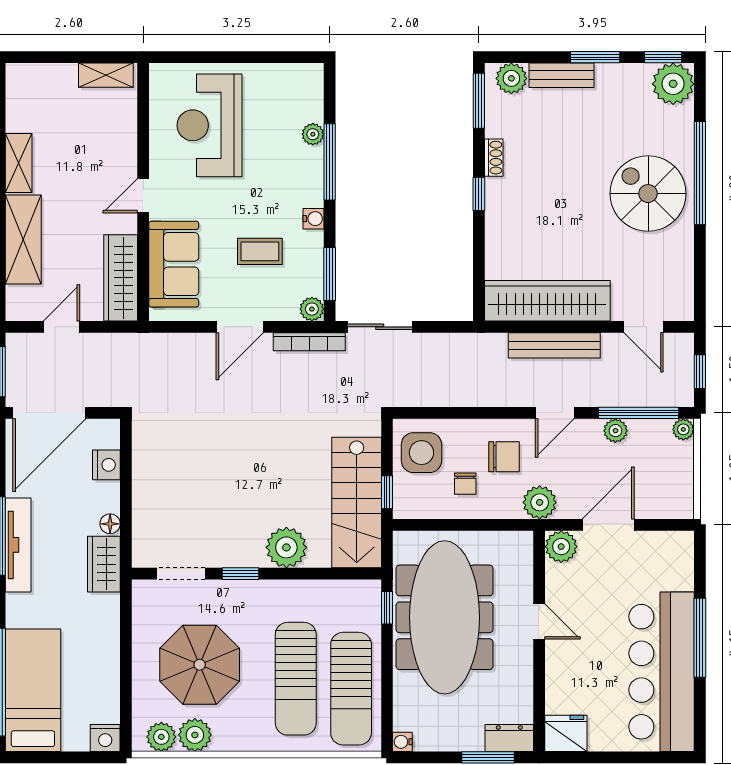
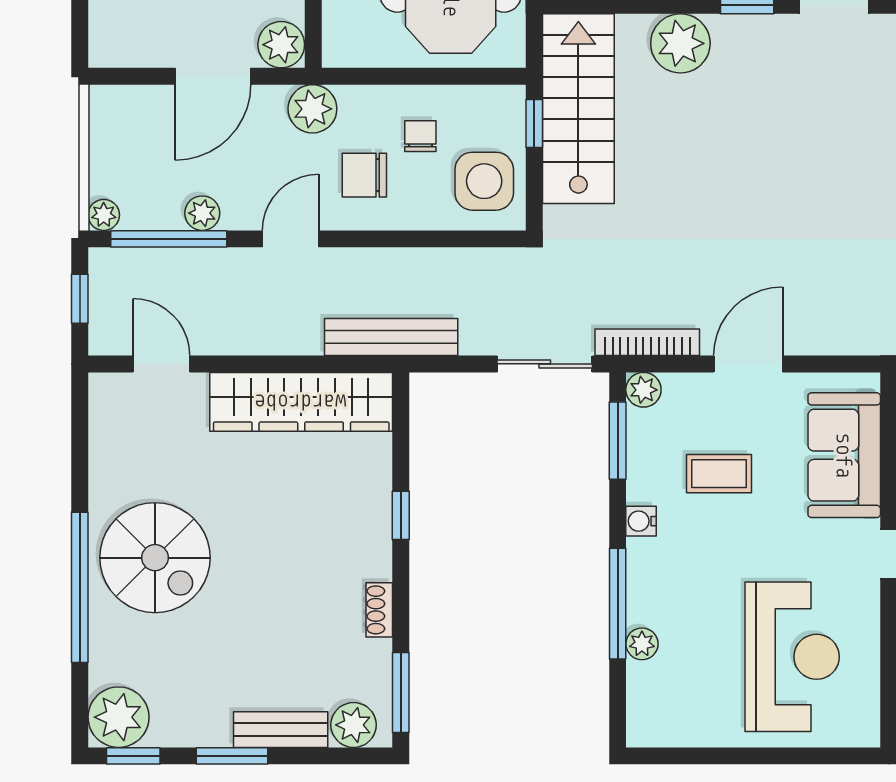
window: (479, 194) -> (401, 515), moved
bench: (554, 345) -> (391, 337), moved

